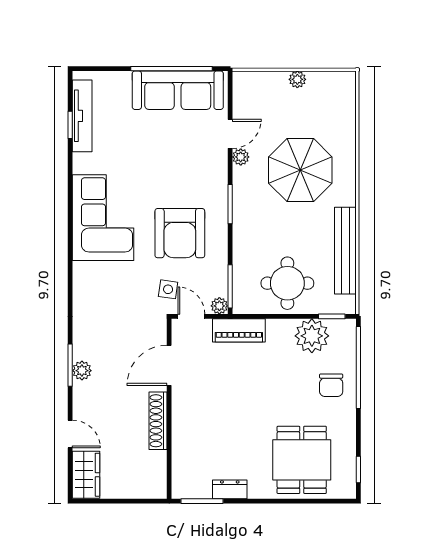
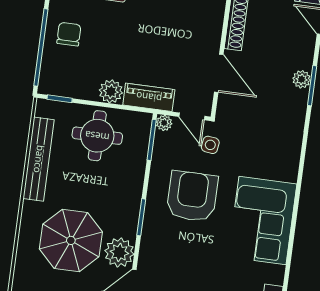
plant: (241, 157) -> (119, 252), width x1.87, depth x1.87
plant: (312, 336) -> (111, 91), moved, width x0.73, depth x0.73
door: (169, 365) -> (219, 73), hinge flipped

